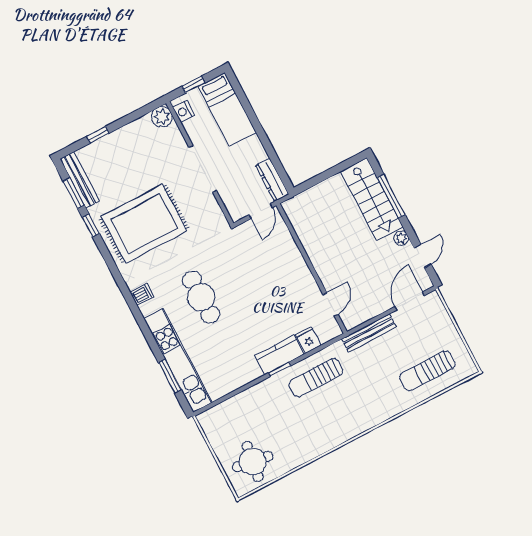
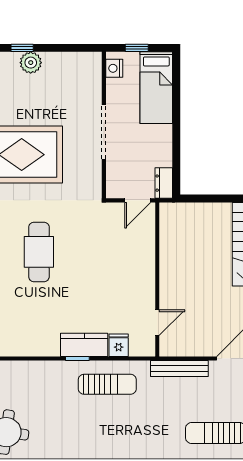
plant: (162, 117) -> (31, 63), moved
dresser: (272, 180) -> (164, 183), width x0.70
sun lounger: (316, 378) -> (107, 384), turned 180

